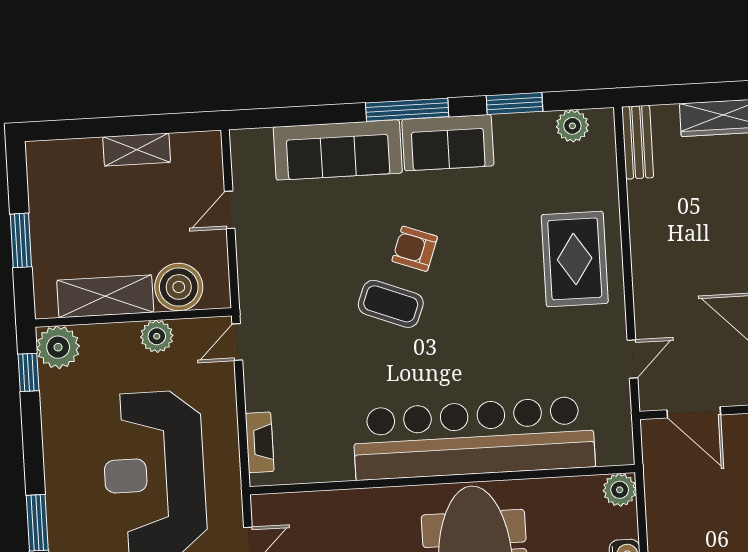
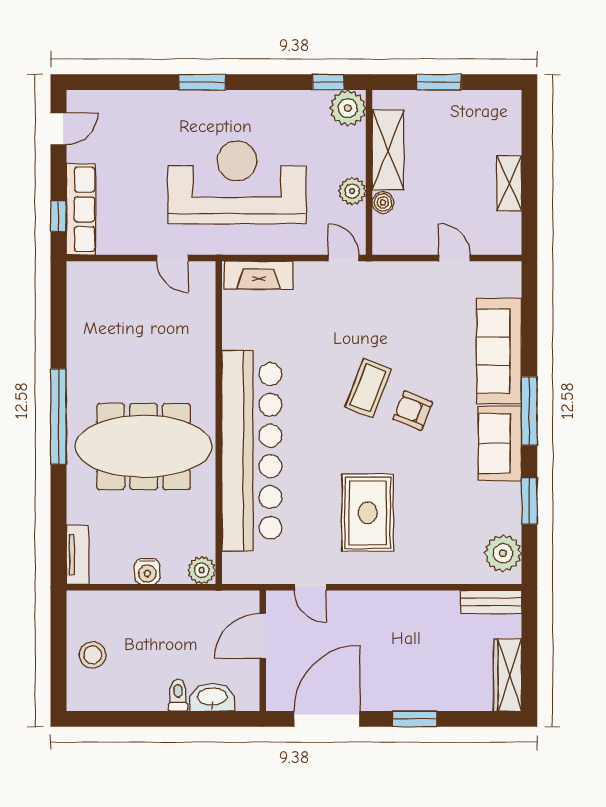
plant: (572, 126) -> (503, 553), width x1.36, depth x1.36
armchair: (415, 249) -> (413, 411), turned -88
rug: (575, 259) -> (368, 513), moved, turned 90
boiler: (179, 287) -> (383, 202), width x0.54, depth x0.54
fireplace: (260, 442) -> (259, 275), width x1.37, depth x1.32

